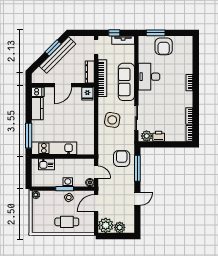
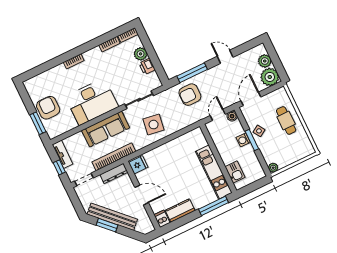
armchair: (164, 46) -> (48, 108), turned -90
desk: (149, 77) -> (92, 102), width x1.36, depth x1.30
plant: (147, 136) -> (141, 54), moved
door: (96, 203) -> (251, 99), swing flipped

